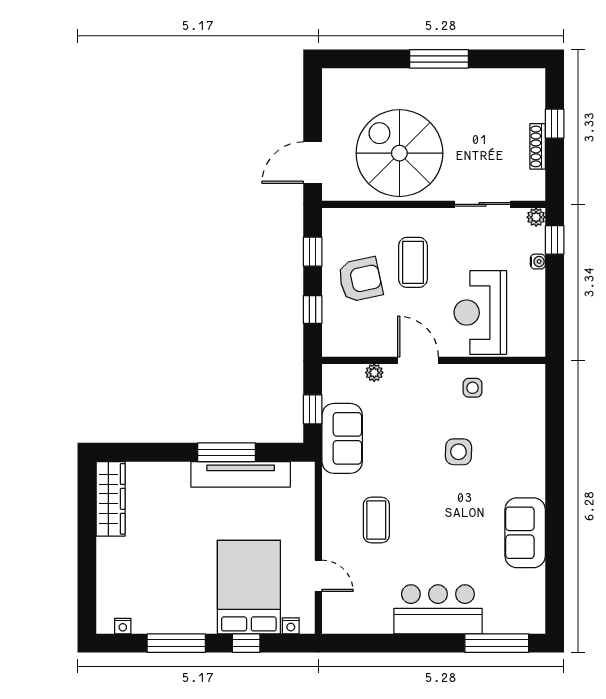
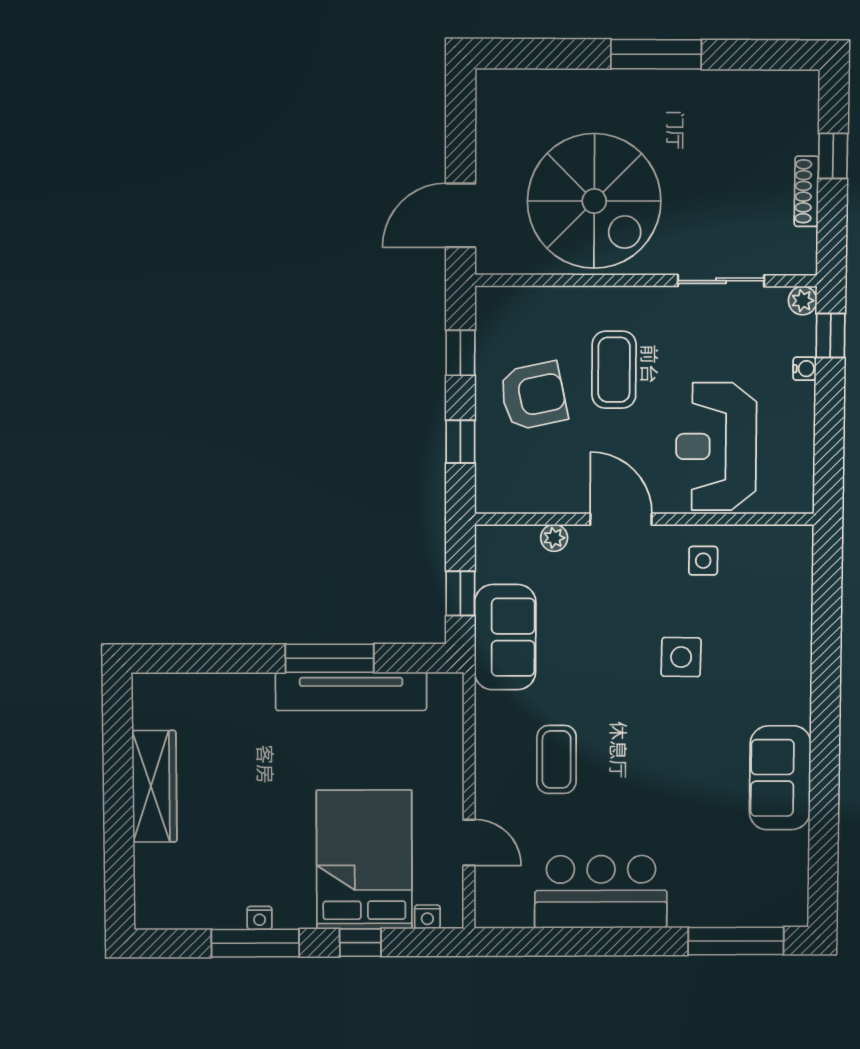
spiral stairs: (399, 153) -> (594, 201), turned 180
wardrobe: (111, 499) -> (154, 786), moved
bar counter: (438, 609) -> (601, 892), moved
nightstand: (123, 626) -> (260, 918), moved

